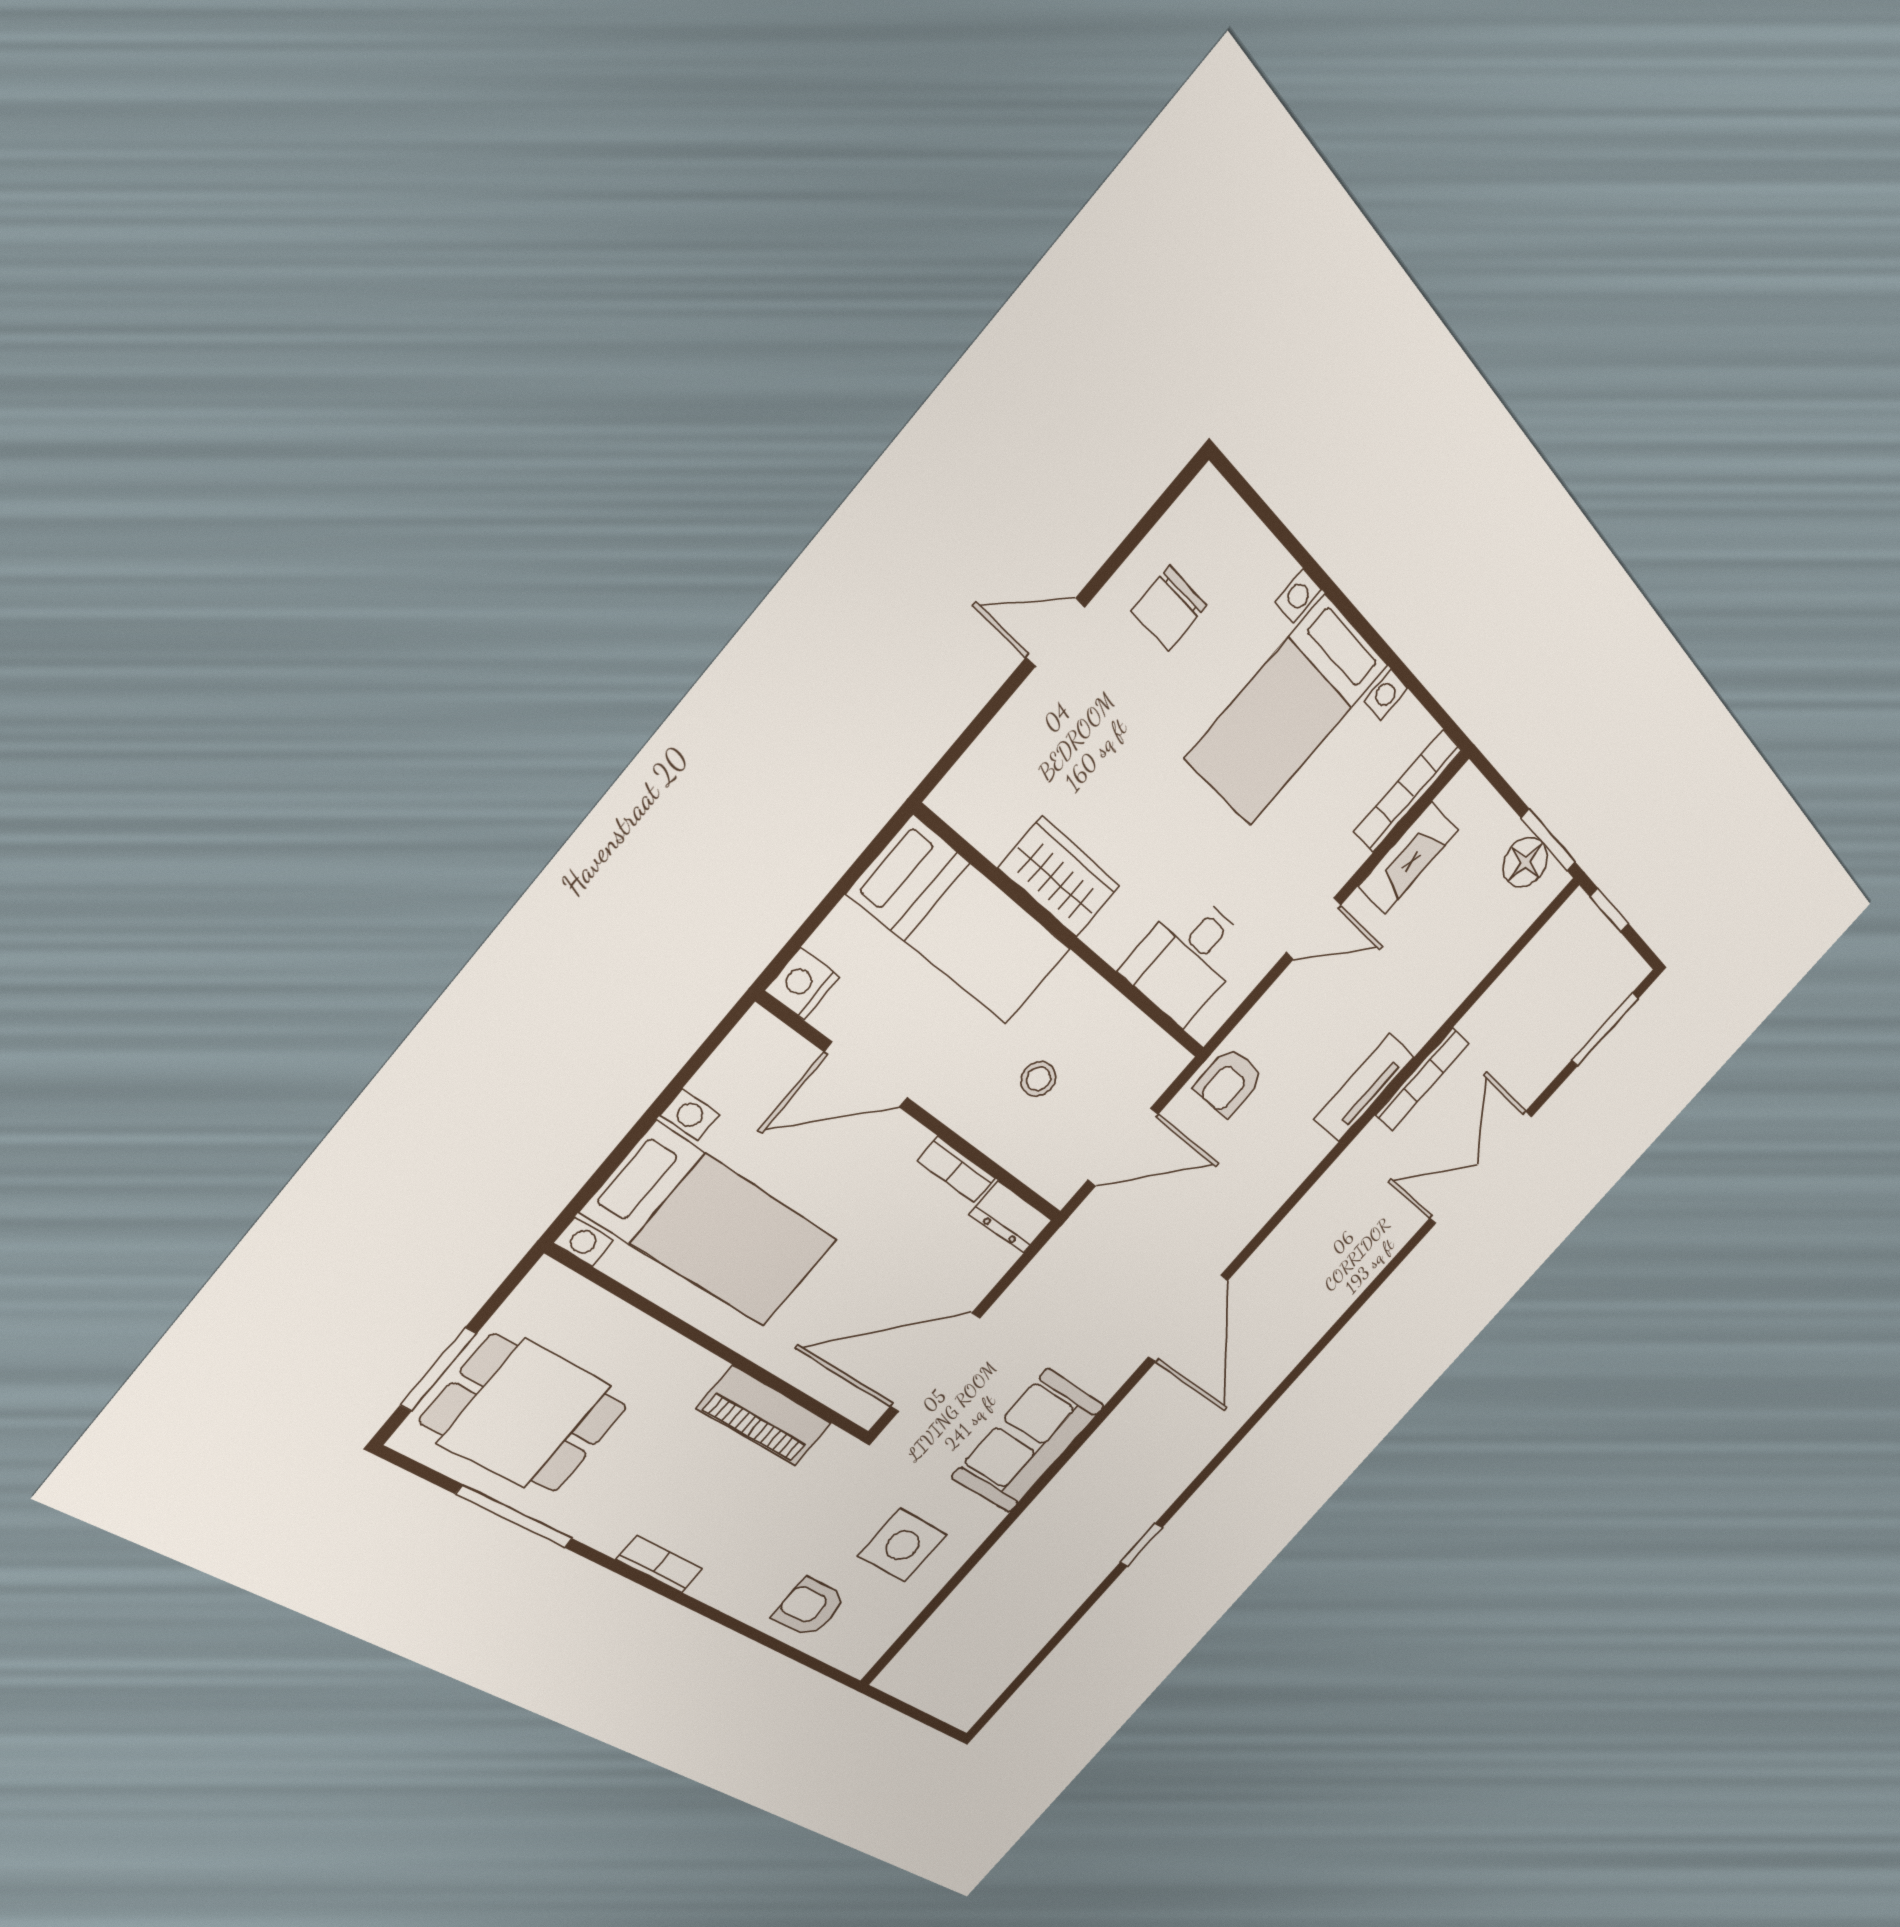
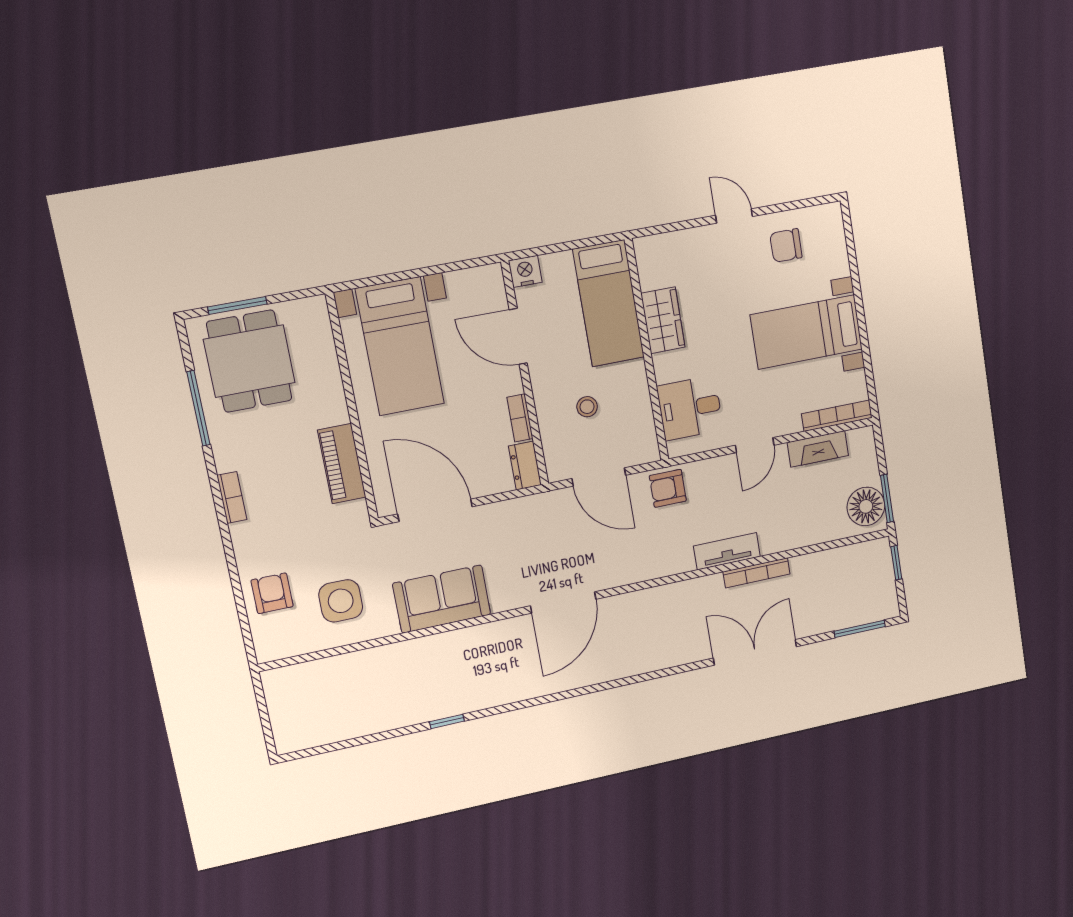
floor lamp: (1525, 862) -> (866, 506), width x1.38, depth x1.38
door: (1313, 929) -> (755, 445), hinge flipped

